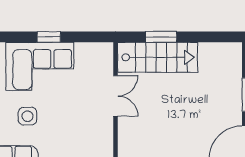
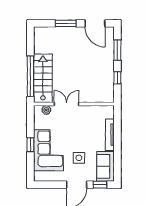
window: (161, 37) -> (30, 76), width x2.11
plant: (106, 63) -> (46, 110), added

